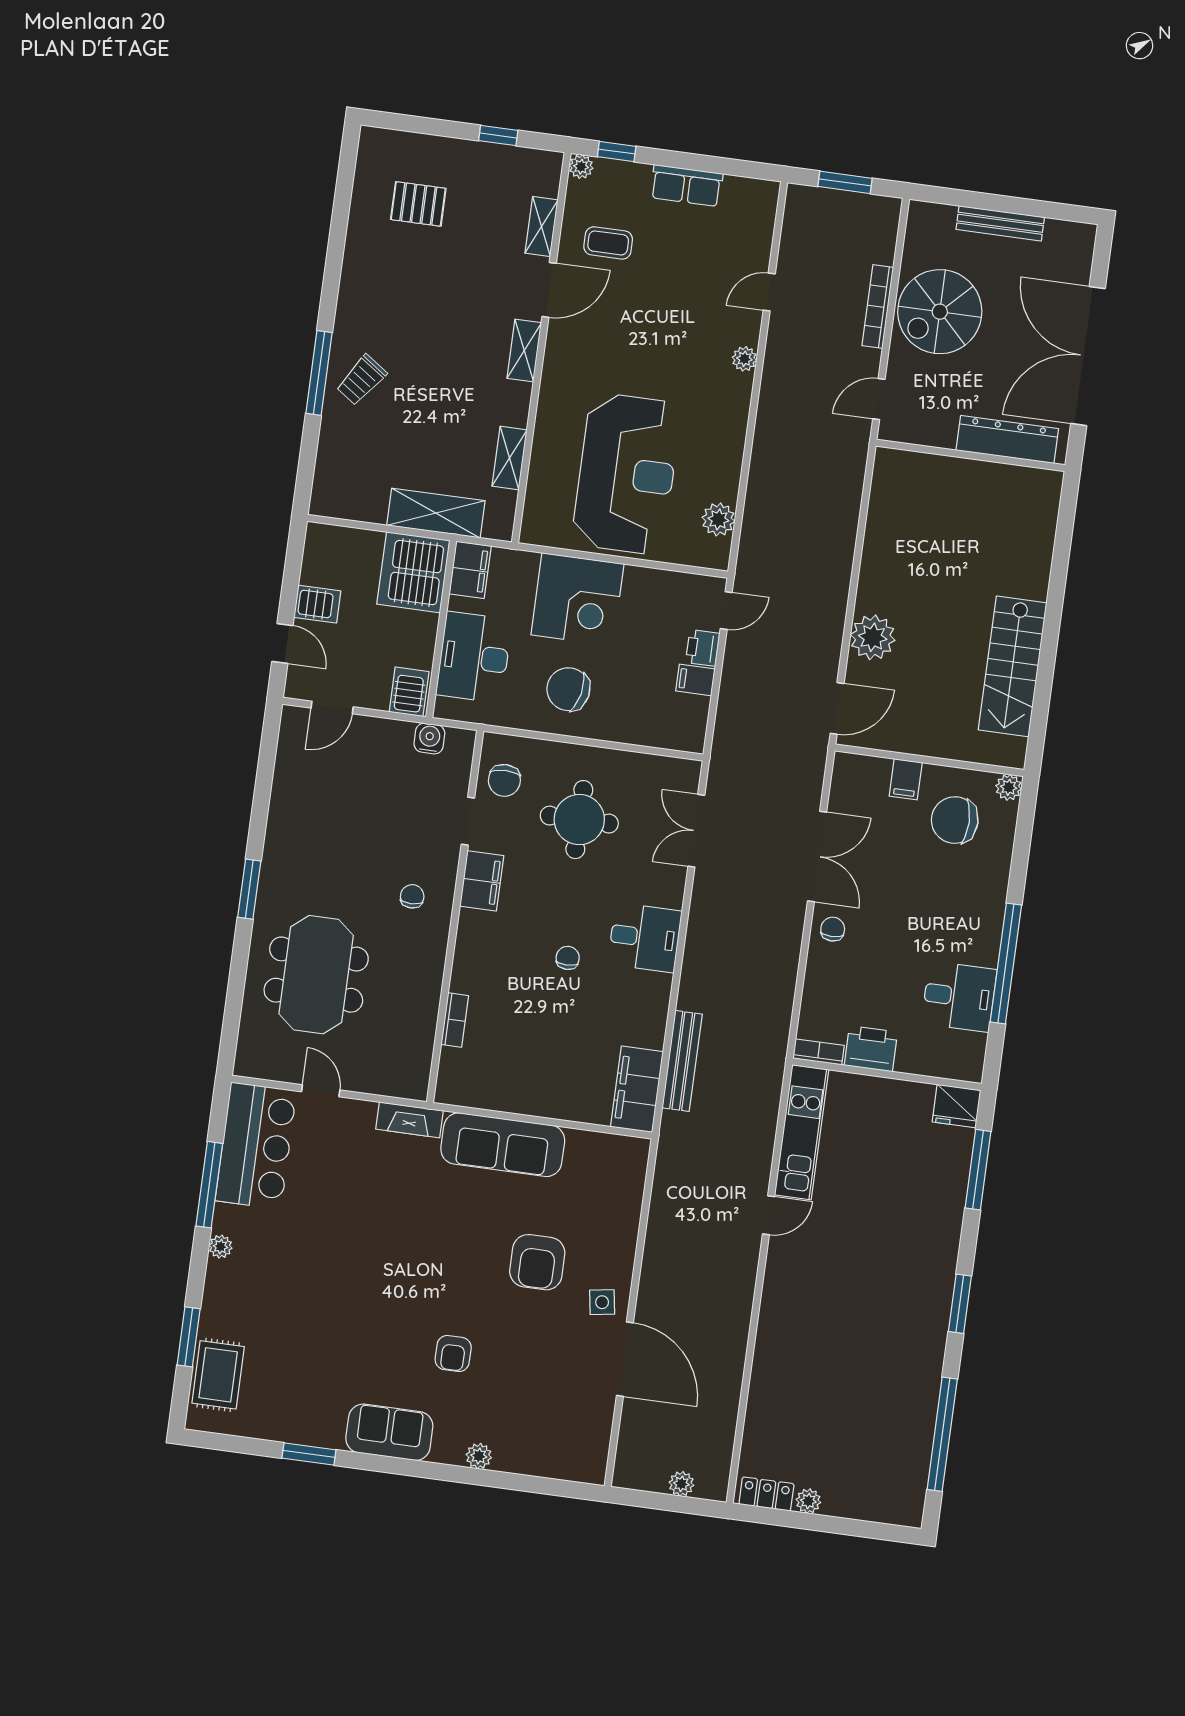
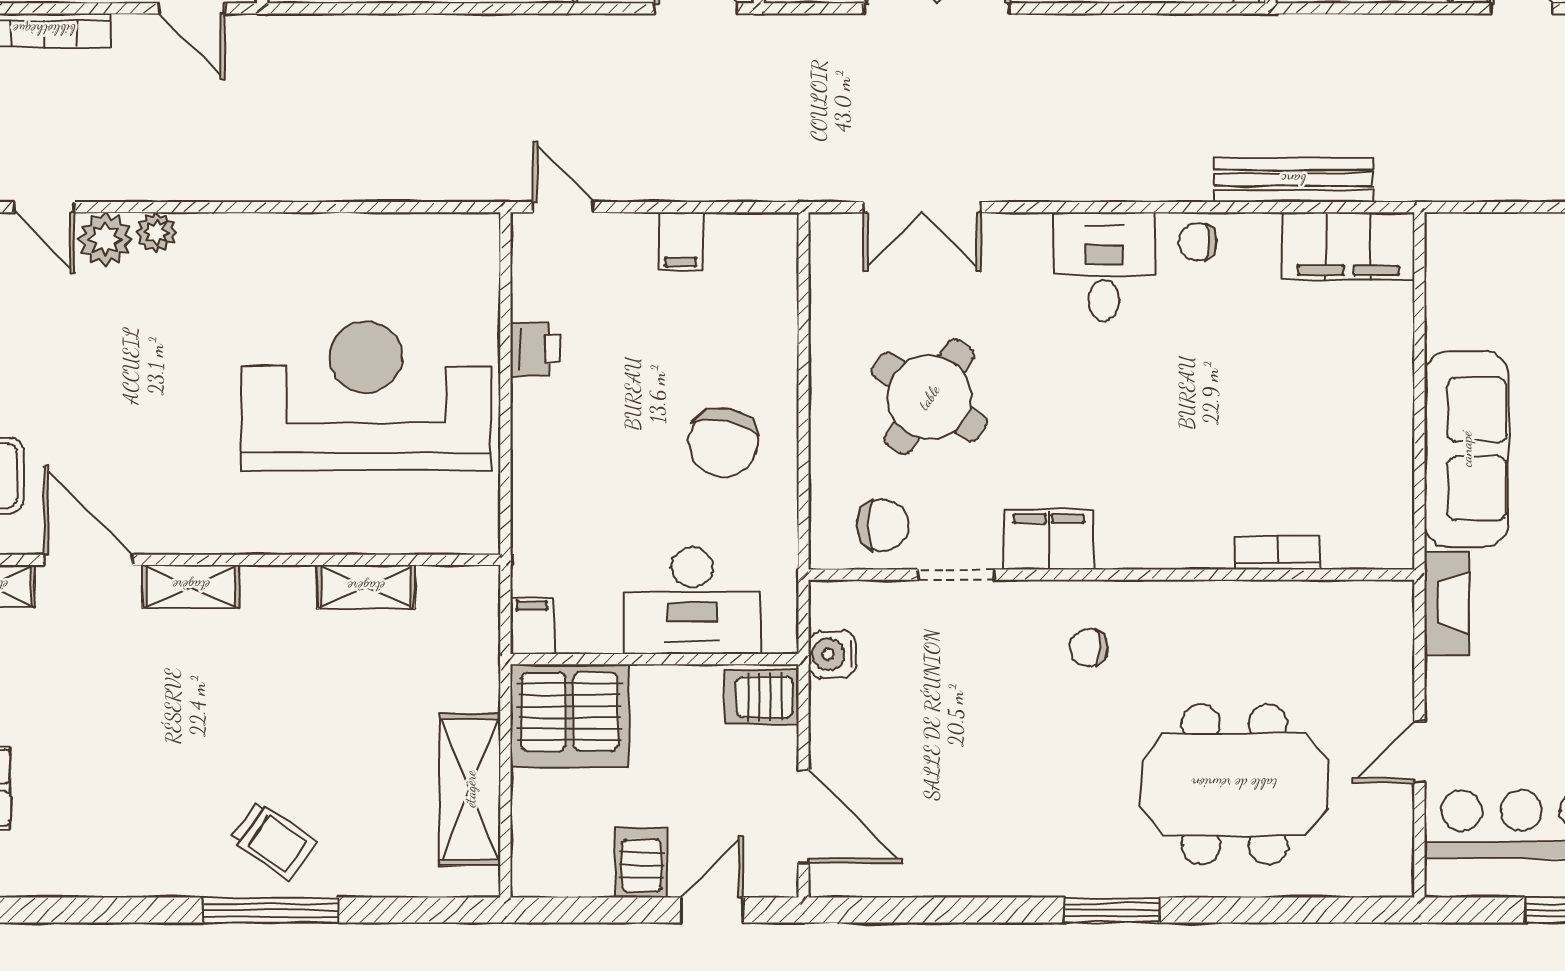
shelving: (436, 513) -> (470, 789), moved
plant: (718, 519) -> (105, 239), moved
filing cabinet: (470, 570) -> (532, 626), width x0.50
corner desk: (578, 599) -> (577, 447), removed
printer: (703, 648) -> (535, 349), moved, turned -90
door: (332, 707) -> (803, 817), width x1.38
round table: (579, 820) -> (929, 397), turned 34
chair: (568, 958) -> (1198, 242), moved

